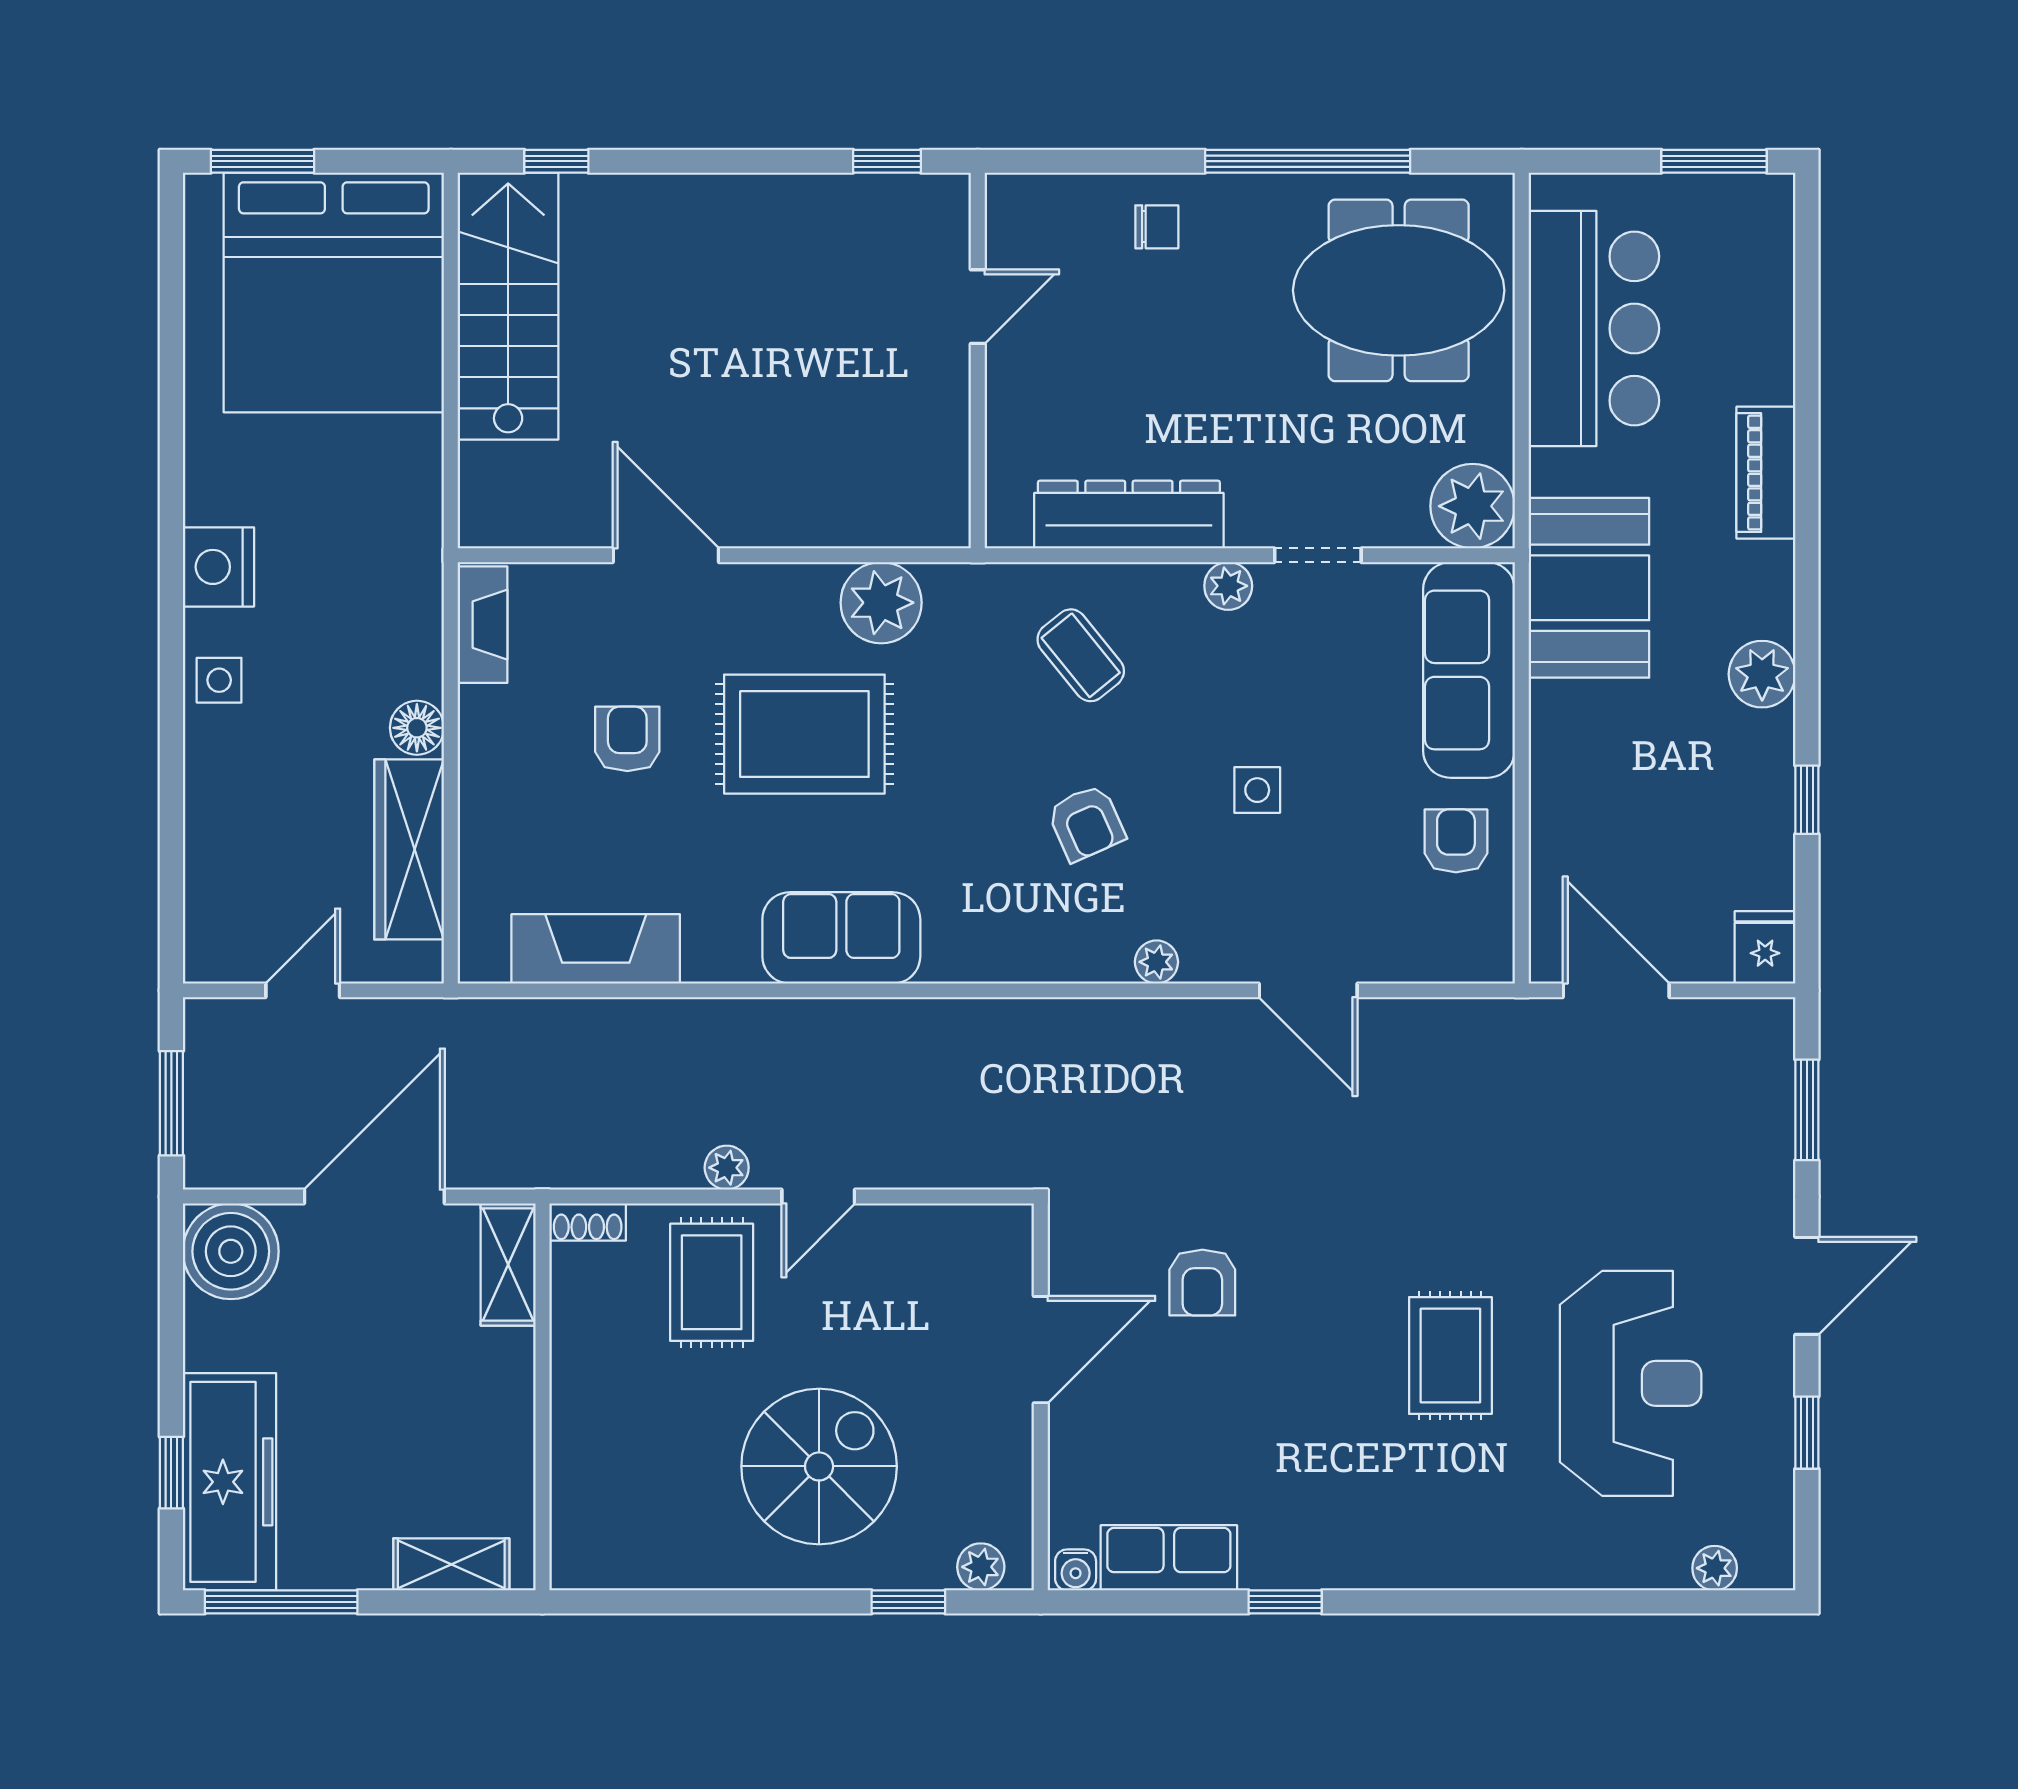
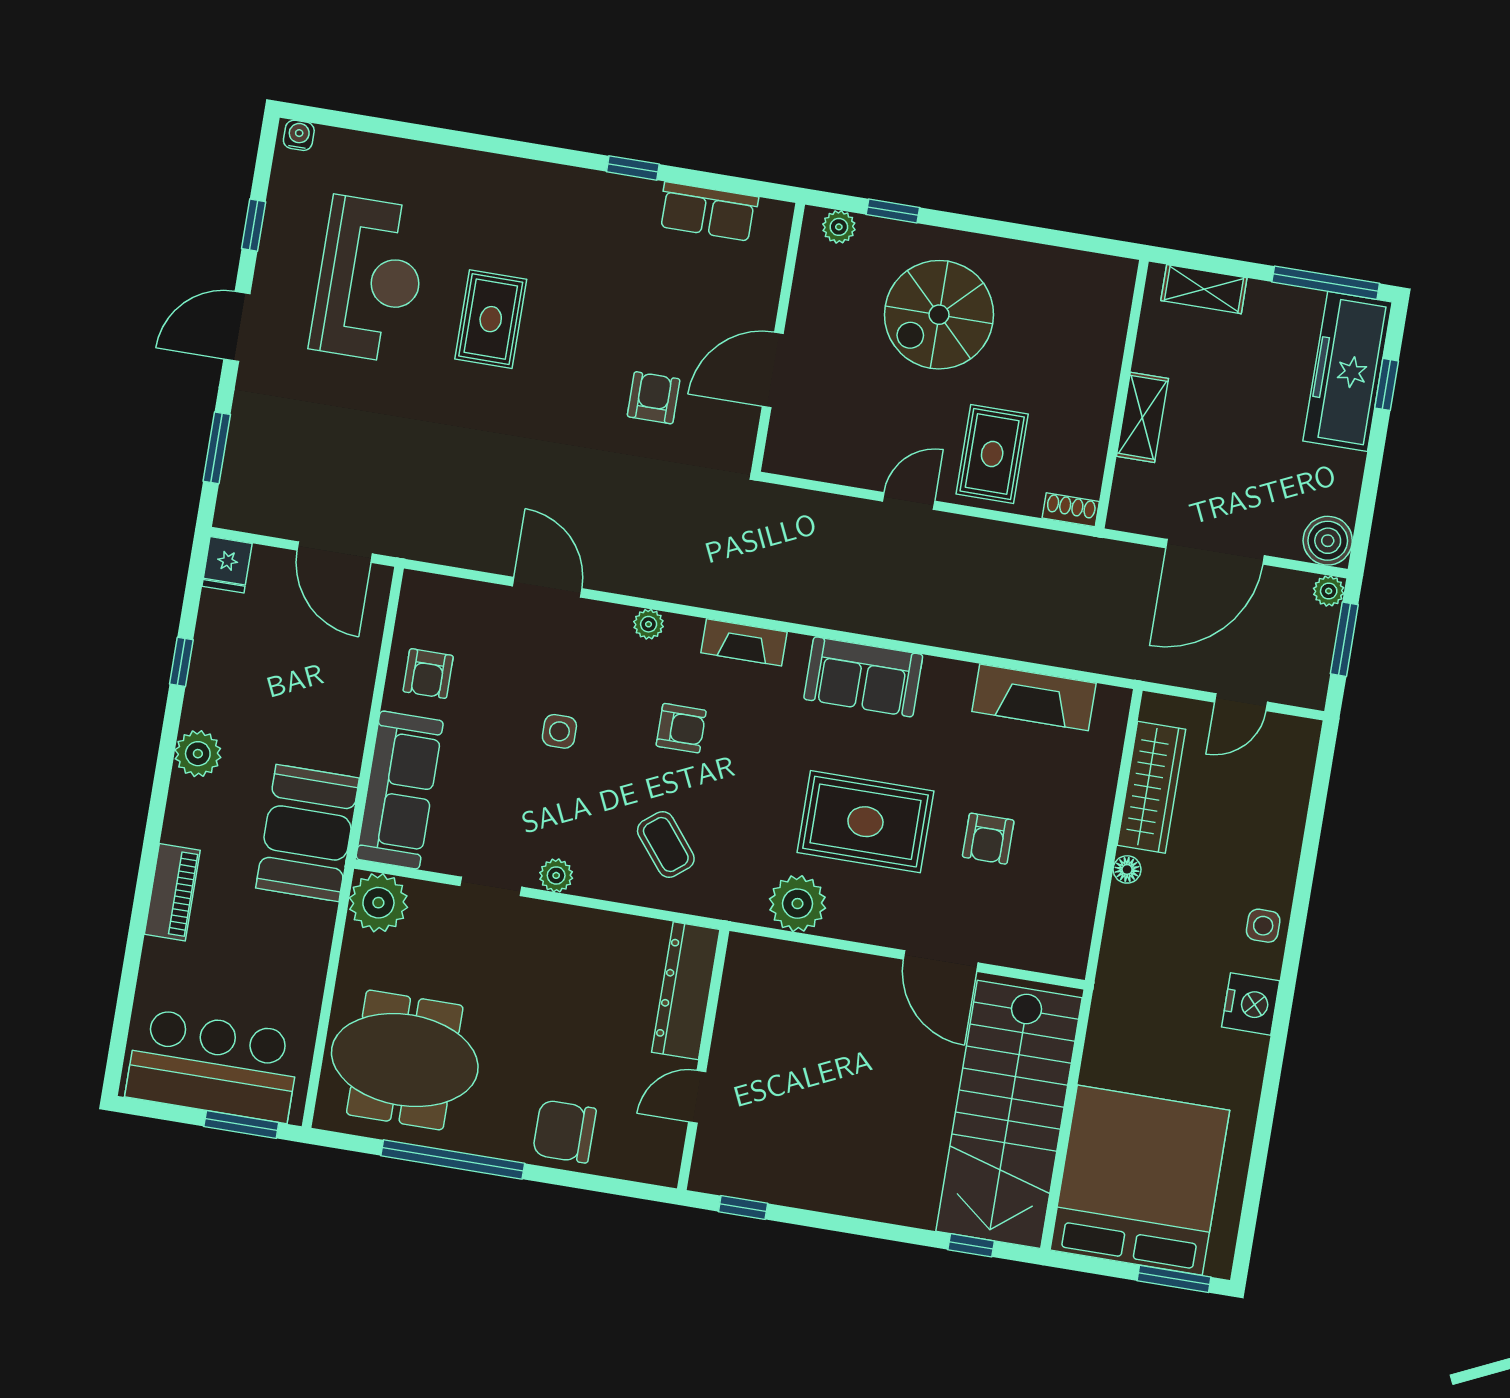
window: (1714, 161) -> (241, 1124), moved
chair: (1157, 227) -> (564, 1131), width x1.87, depth x1.87
stairs: (508, 306) -> (1009, 1114), width x1.36, depth x1.51
bar counter: (1594, 329) -> (213, 1065), moved, turned 90
dresser: (1129, 515) -> (686, 991), moved, turned 90
fireplace: (483, 625) -> (744, 642), moved, turned -90
floor lamp: (417, 728) -> (1127, 869), width x0.73, depth x0.73
armchair: (1086, 823) -> (681, 728), turned 114
plant: (727, 1168) -> (1329, 591), moved
boiler: (231, 1251) -> (1328, 541), width x0.73, depth x0.73
shelving: (508, 1264) -> (1142, 417), moved
reception desk: (1631, 1383) -> (370, 279), turned 180
plant: (1715, 1568) -> (333, 142), removed
water cooler: (1076, 1570) -> (299, 135), moved

